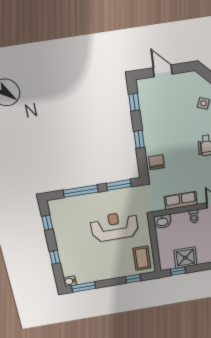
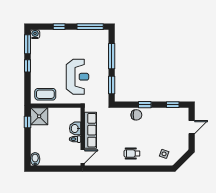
chair: (156, 162) -> (136, 115), moved
row of seats: (181, 201) -> (90, 130), width x1.48
washbasin: (162, 221) -> (75, 128), moved
window: (47, 223) -> (90, 27), width x2.17
shower: (185, 258) -> (39, 116), moved
window: (133, 279) -> (28, 66), moved

